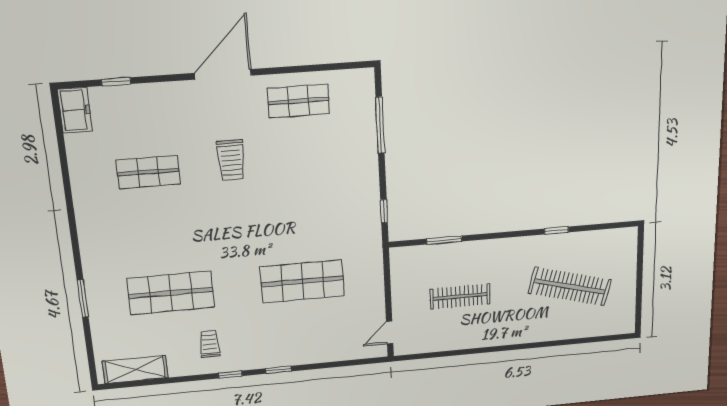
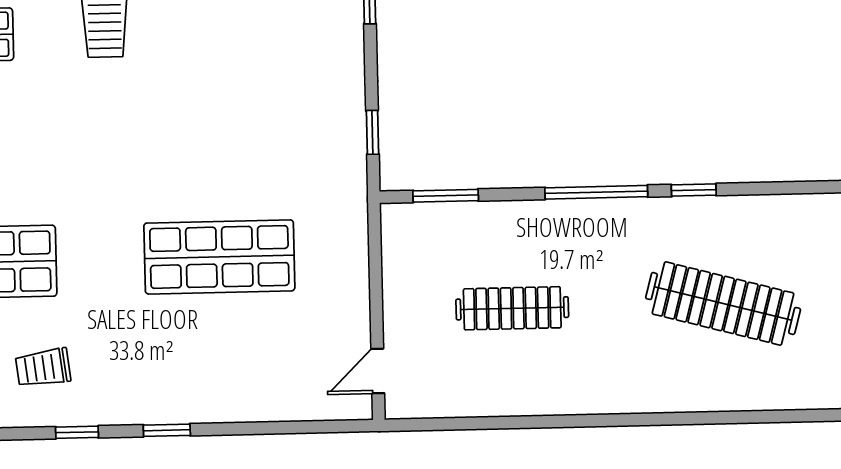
window: (505, 235) -> (596, 192), added
window: (444, 240) -> (446, 196), moved
trolley: (210, 344) -> (43, 368), turned -97

